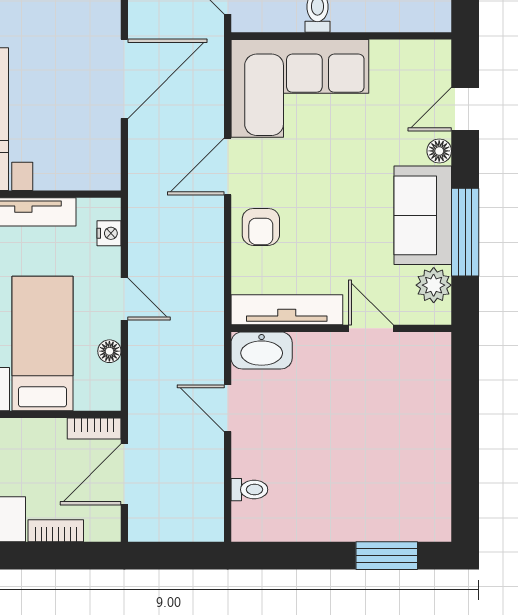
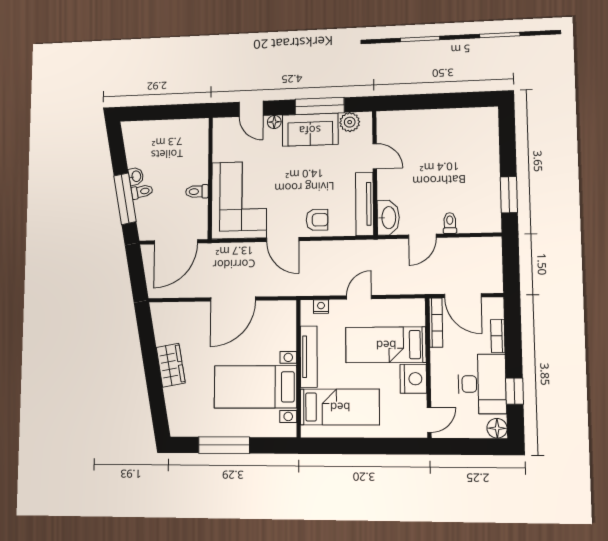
door: (124, 79) -> (233, 299), swing flipped
door: (371, 328) -> (375, 156), swing flipped
floor lamp: (109, 351) -> (390, 305), removed
bookcase: (94, 429) -> (436, 323), width x1.56
toilet: (249, 490) -> (450, 223), moved
window: (387, 556) -> (509, 195), moved

